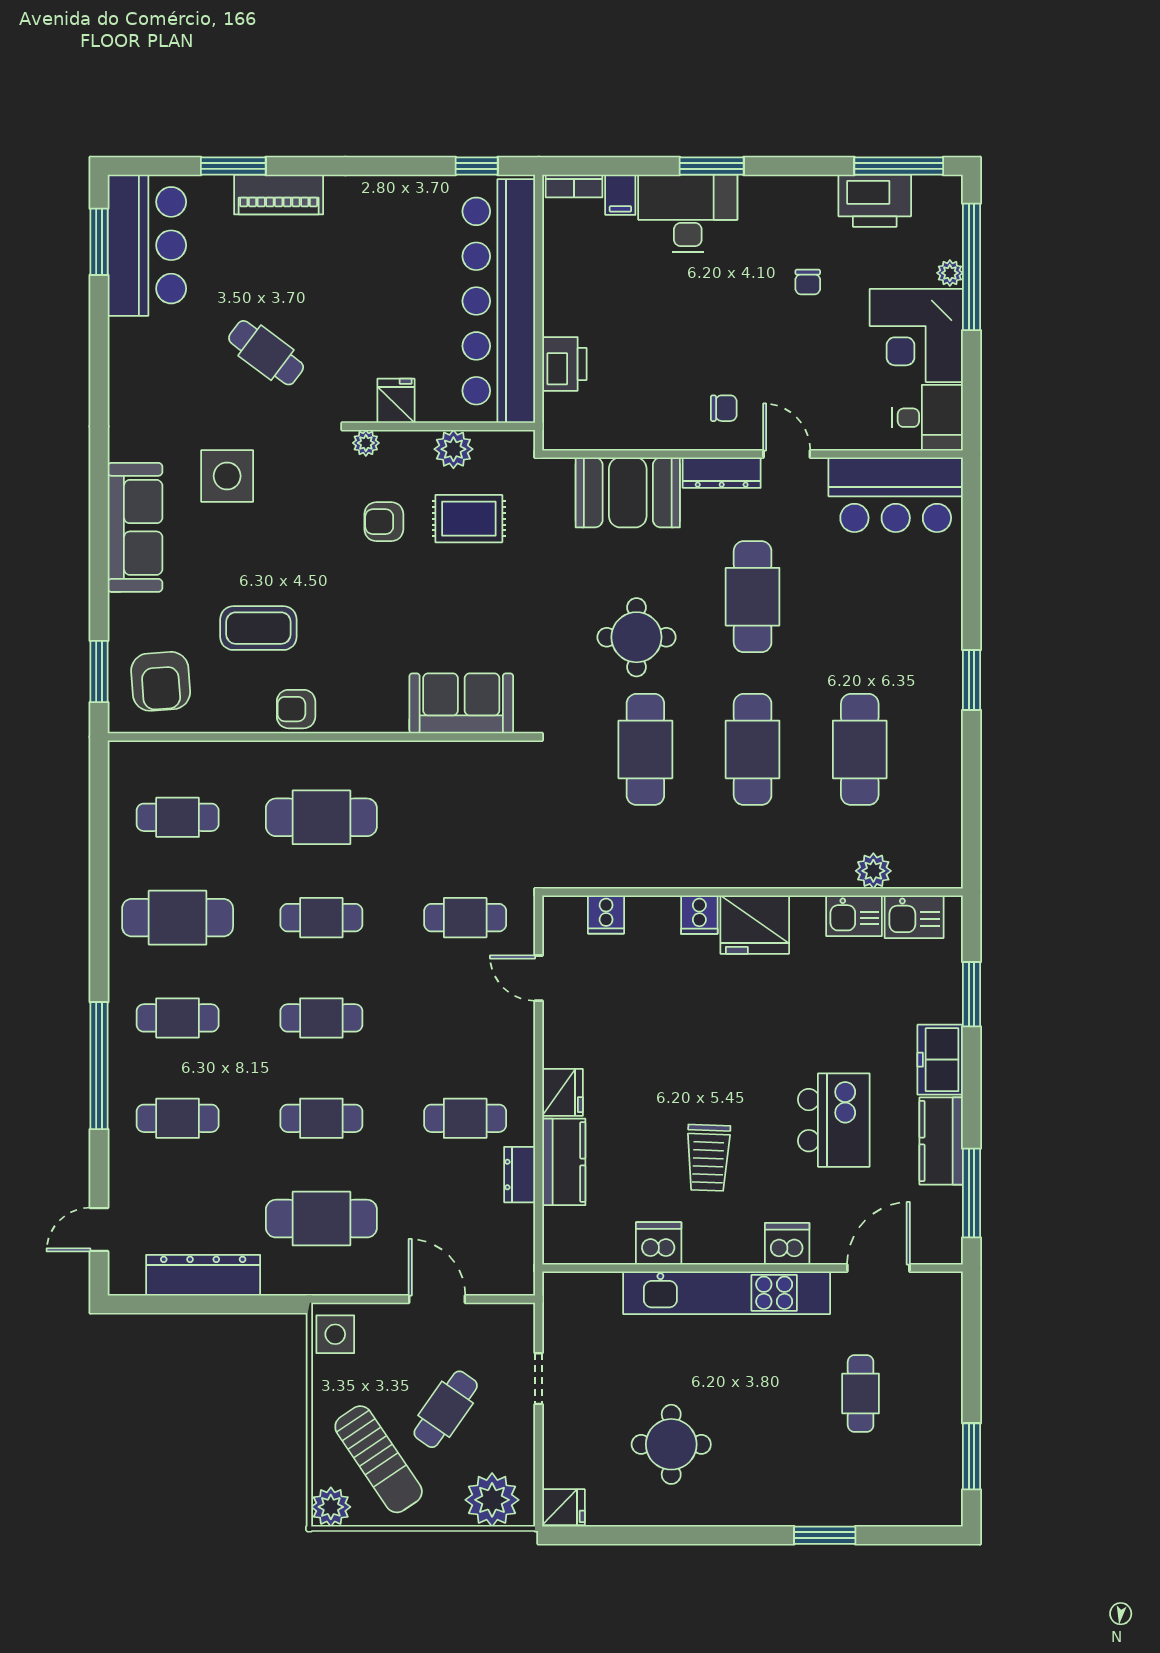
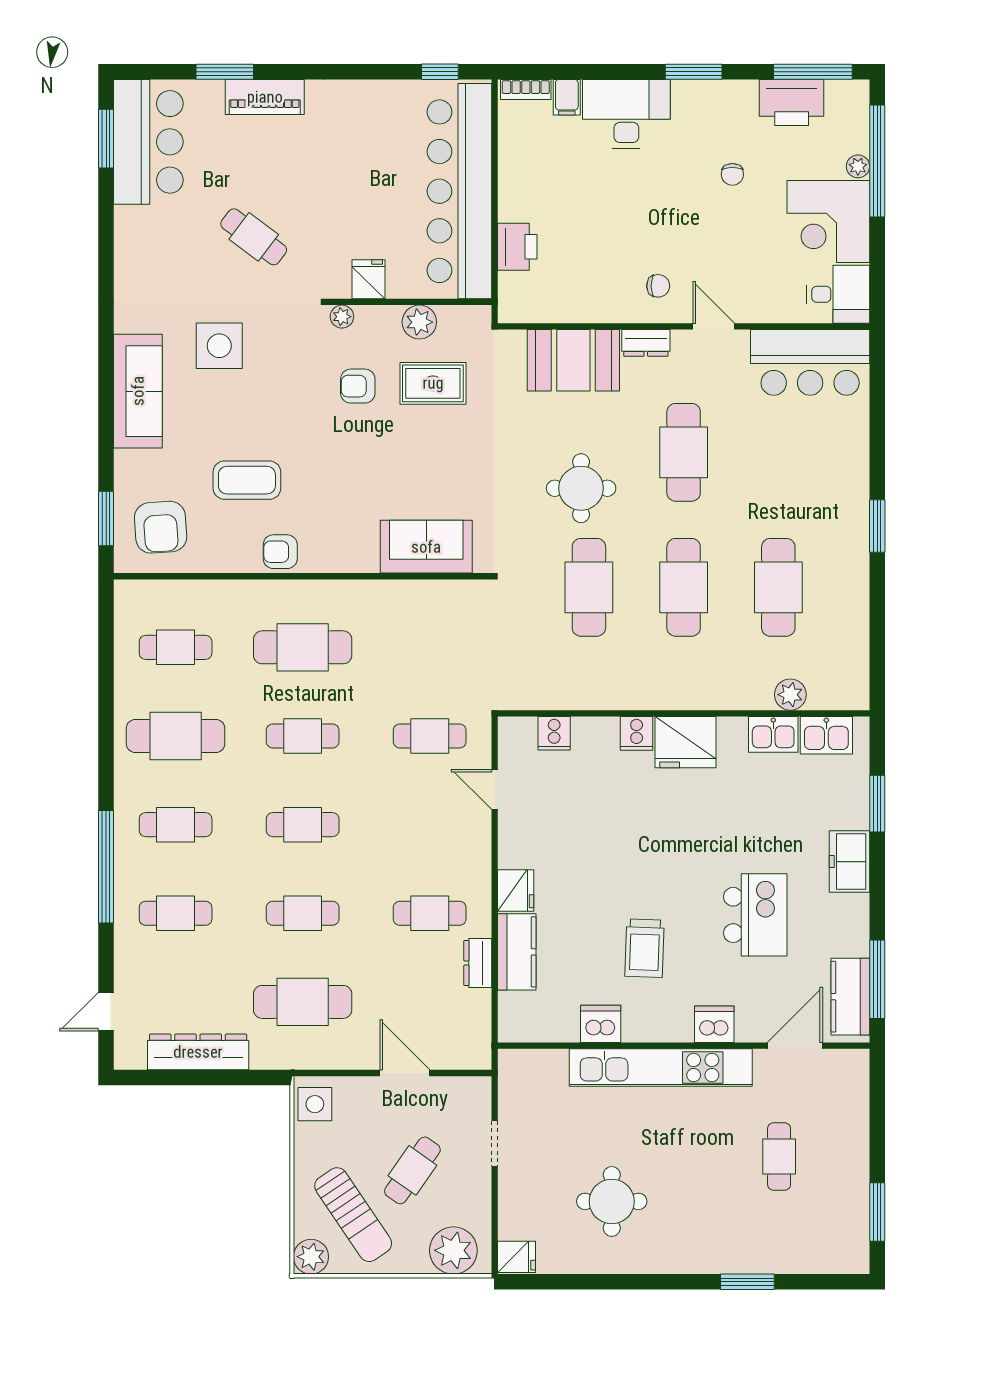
window: (712, 166) -> (694, 72), moved
dresser: (722, 473) -> (646, 343), width x0.70
kitchen counter: (941, 1141) -> (850, 997), moved

